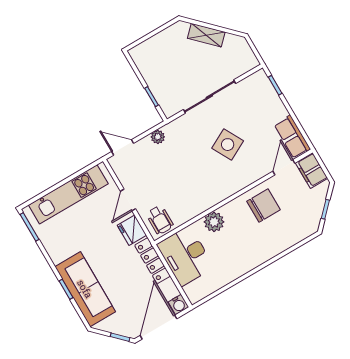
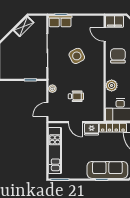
shelving: (206, 35) -> (24, 26), moved
row of seats: (292, 137) -> (60, 21), moved
wheelchair: (160, 220) -> (76, 96), moved

